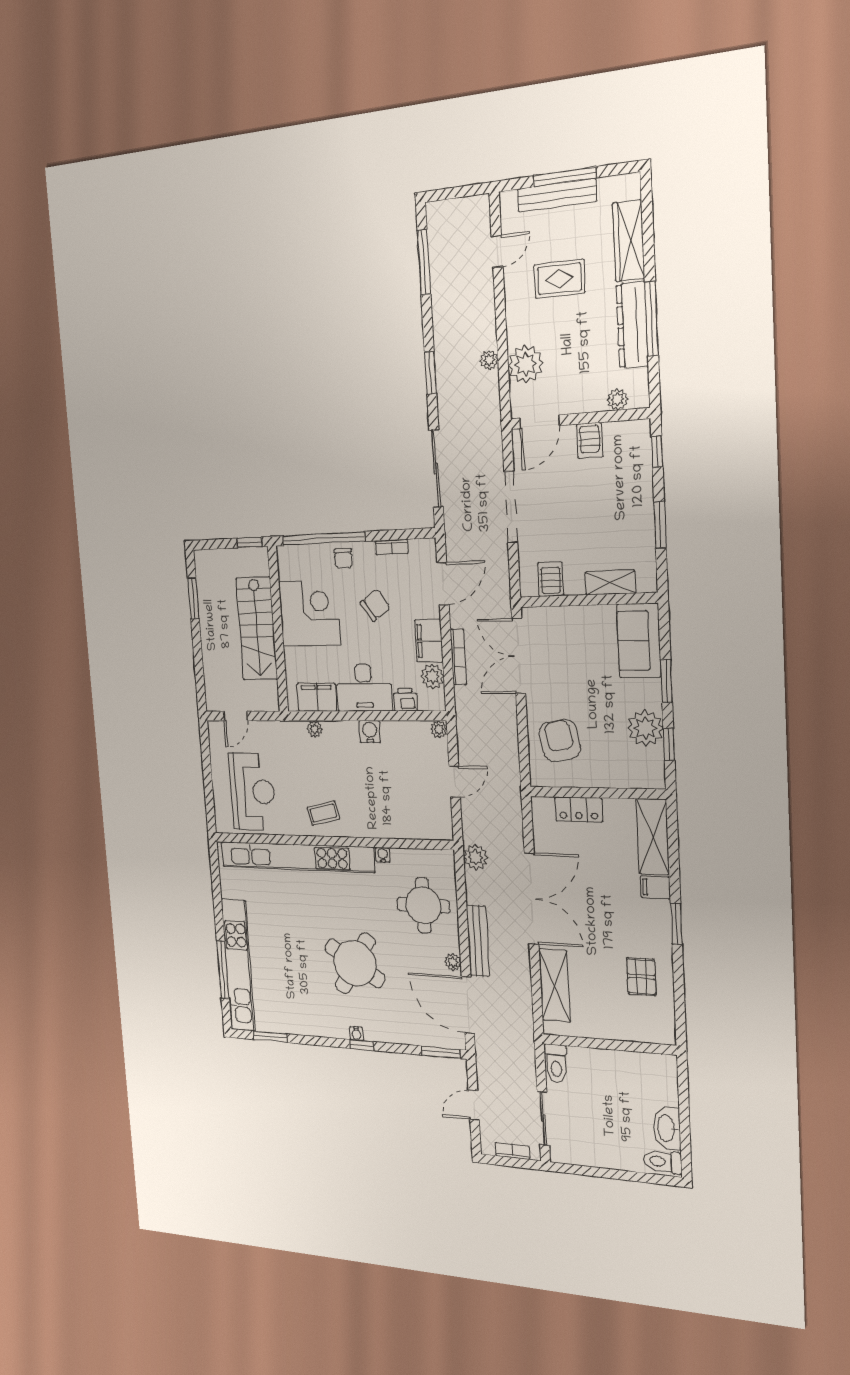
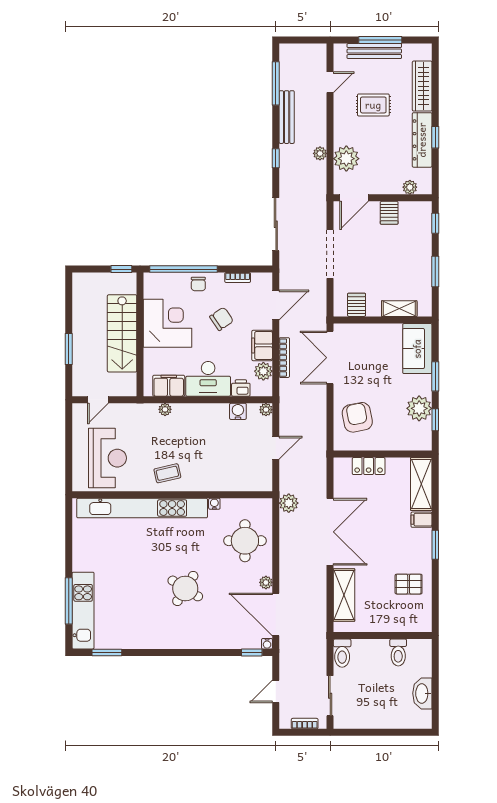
window: (652, 319) -> (435, 137), width x0.46
window: (430, 373) -> (276, 158), width x0.67
window: (193, 598) -> (69, 349), moved
water cooler: (370, 731) -> (238, 411), moved
bench: (478, 941) -> (287, 117), moved
round table: (355, 963) -> (185, 588), width x0.73, depth x0.73
kitchen unit: (238, 965) -> (83, 611), width x0.73
pallet: (641, 977) -> (409, 584), turned 90
water cooler: (356, 1034) -> (267, 644), moved
window: (362, 1045) -> (186, 653), removed
window: (441, 1052) -> (252, 653), width x0.67
toilet: (663, 1162) -> (398, 652), moved, turned -90

